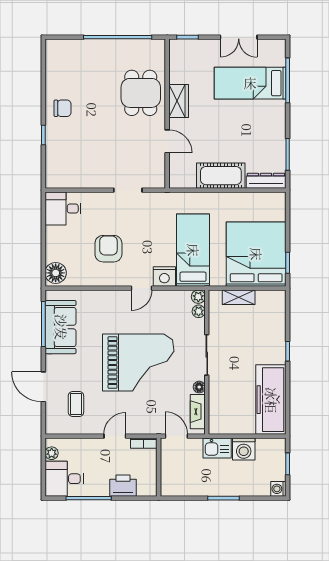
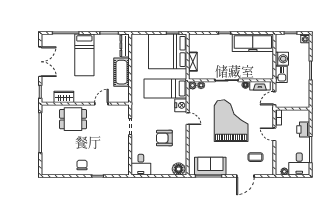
double door: (239, 37) -> (40, 62), width x1.37
bed: (250, 83) -> (84, 55), moved
wardrobe: (179, 101) -> (64, 97), moved

